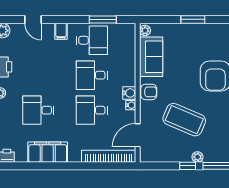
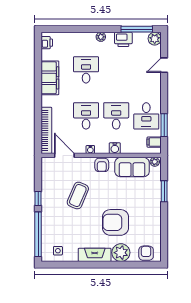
window: (193, 19) -> (164, 191), moved
filing cabinet: (61, 31) -> (154, 142), moved
water cooler: (129, 93) -> (115, 148), moved
coffee table: (184, 120) -> (78, 196), width x0.73, depth x0.76
plant: (197, 157) -> (46, 207), removed

